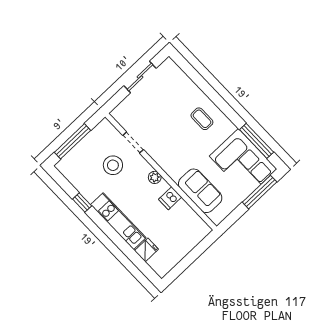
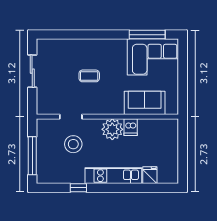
coffee table: (202, 119) -> (89, 76), moved
plant: (155, 177) -> (112, 129), width x1.87, depth x1.87
window: (260, 192) -> (183, 65), removed

